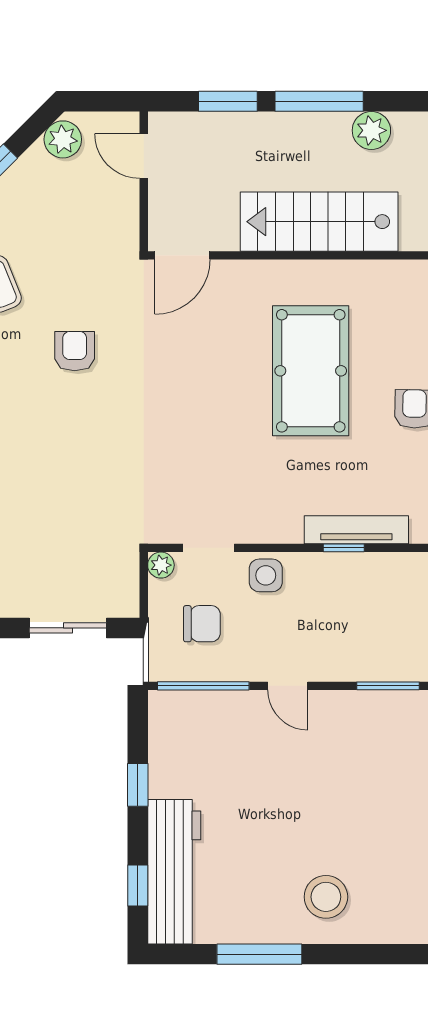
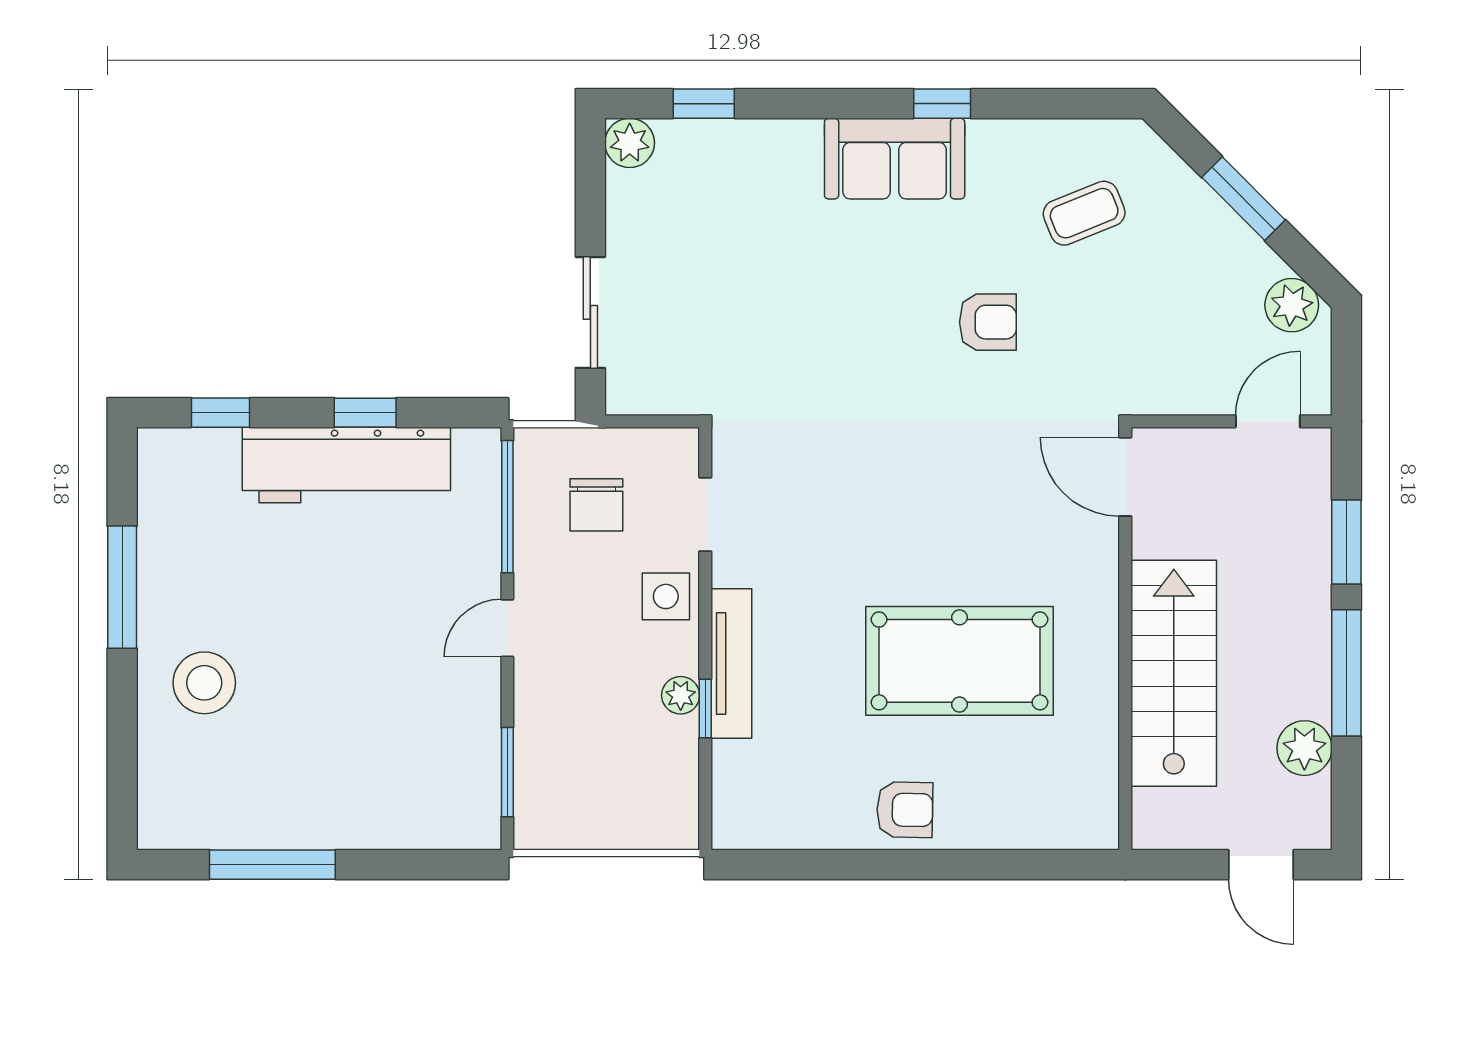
tv unit: (356, 530) -> (731, 663), moved
plant: (161, 565) -> (681, 695), moved
workbench: (174, 872) -> (346, 465), moved

